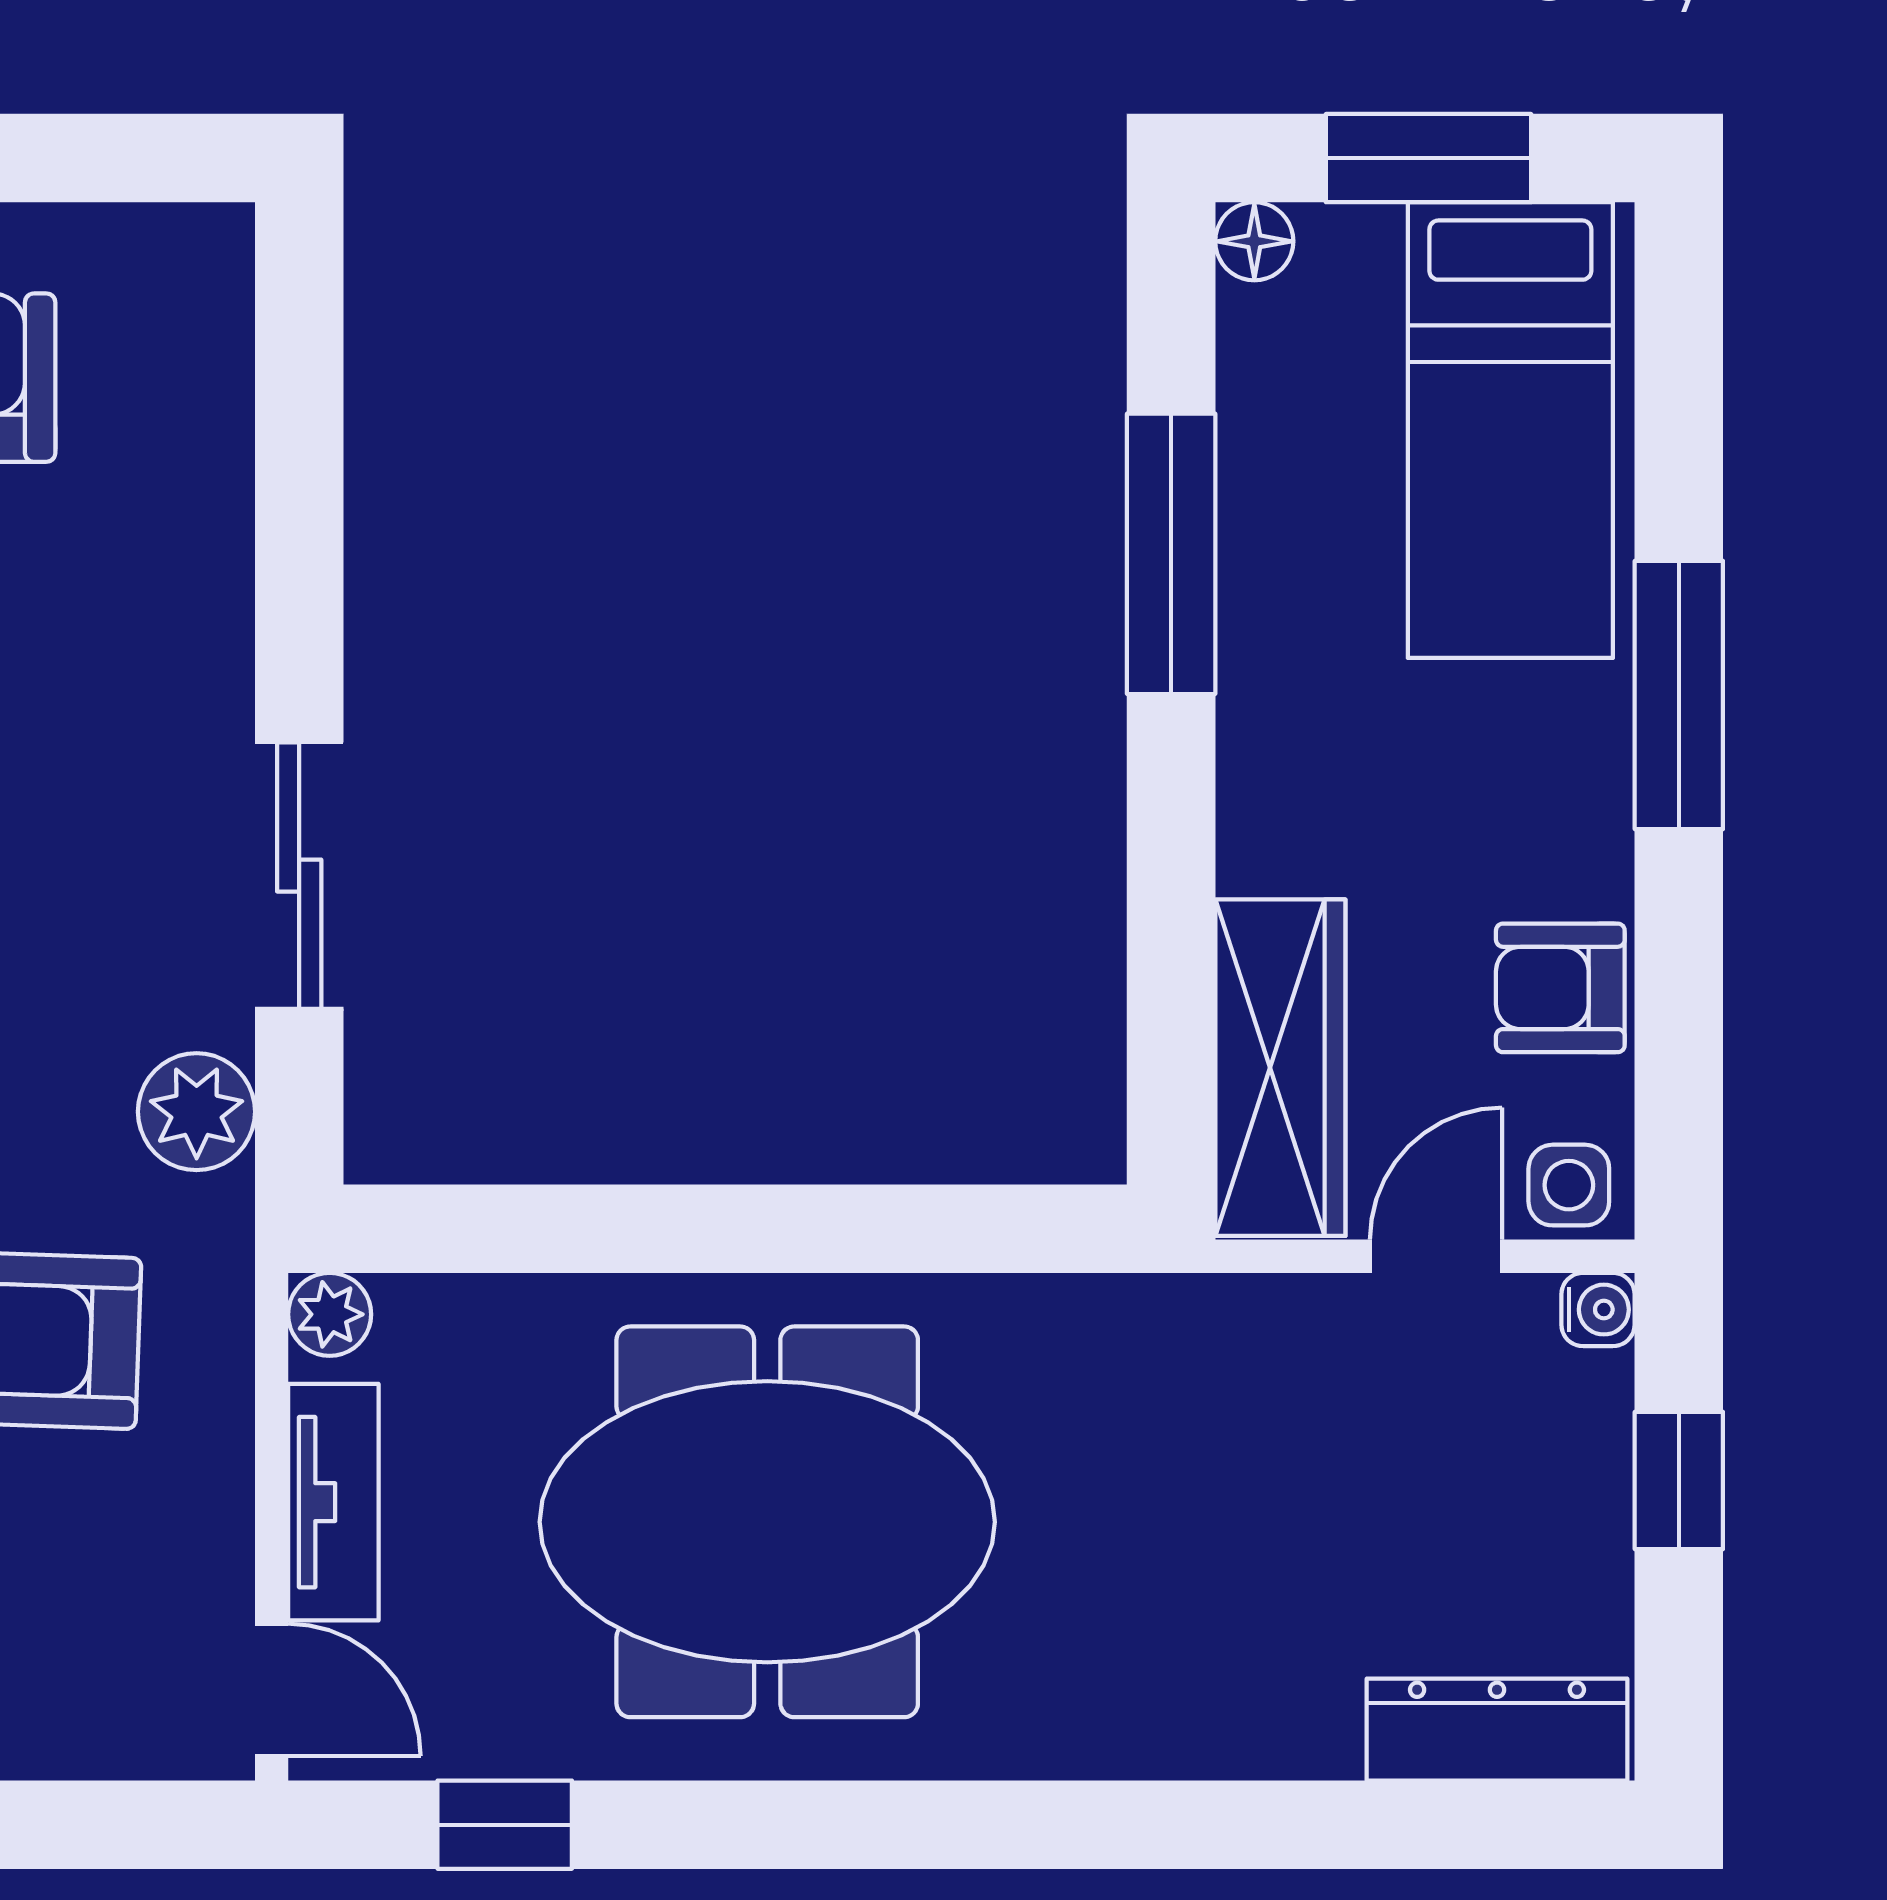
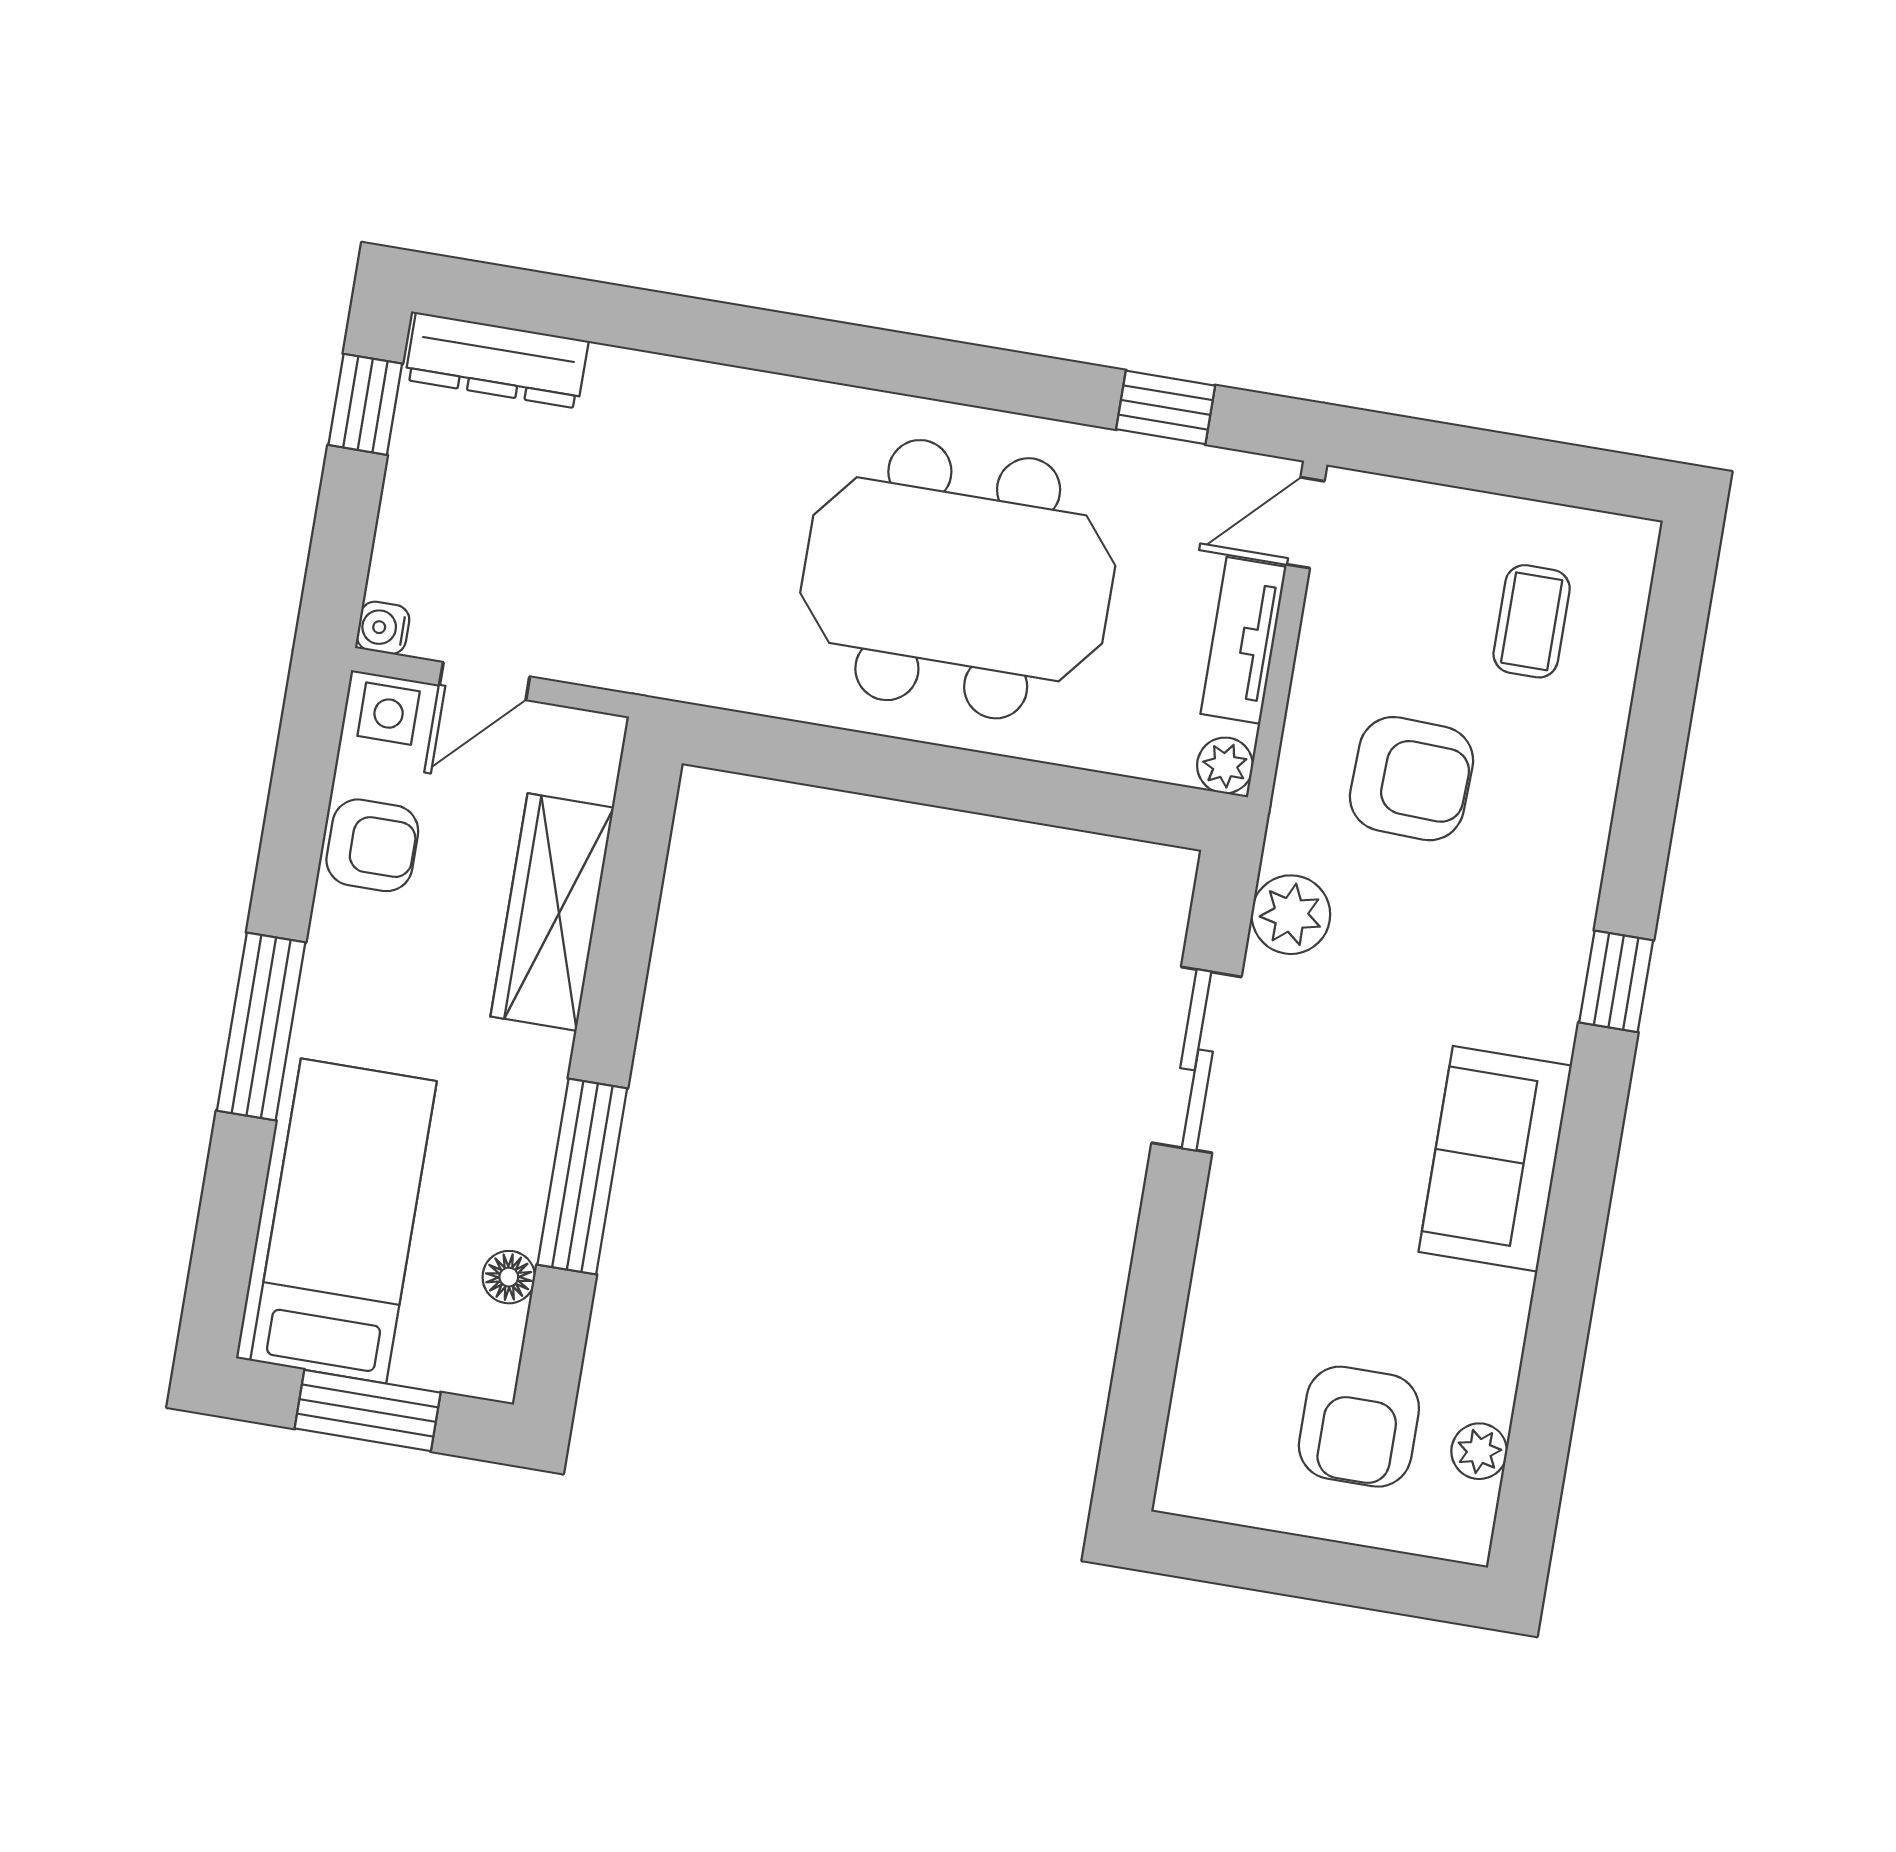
floor lamp: (1254, 241) -> (509, 1277), moved
wardrobe: (1280, 1068) -> (552, 912), moved
window: (1679, 1481) -> (365, 404), moved
door: (272, 1690) -> (1305, 523), hinge flipped

